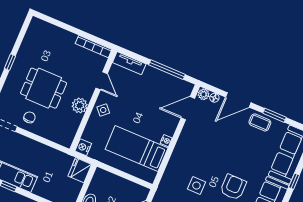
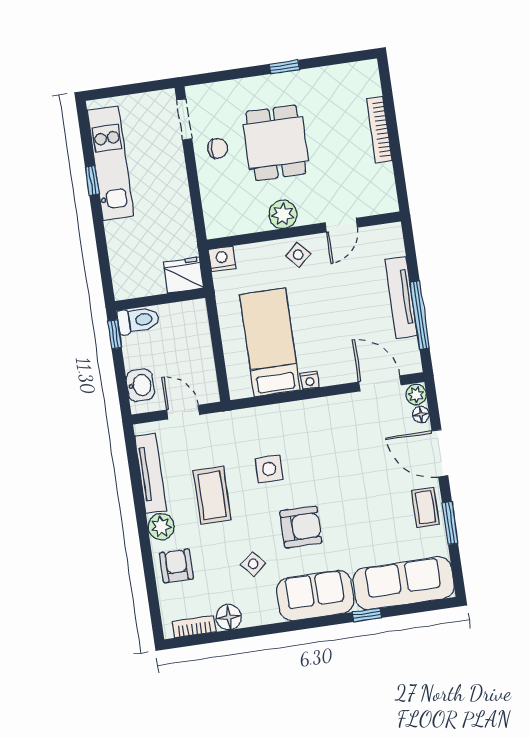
bookcase: (94, 46) -> (379, 130), moved
tv unit: (129, 63) -> (401, 297), moved, width x1.41

